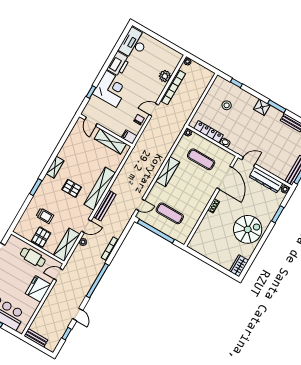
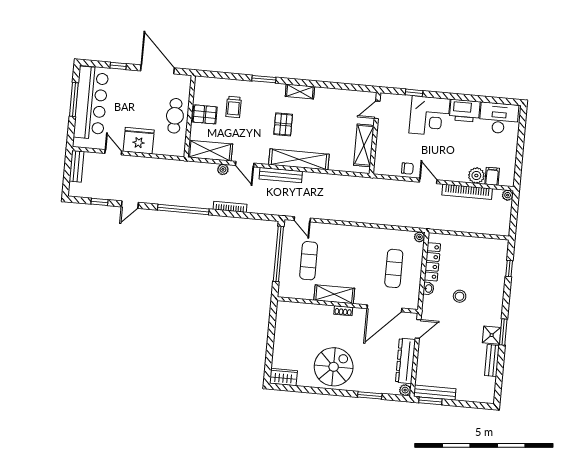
stool: (227, 105) -> (460, 296), moved
shower: (262, 107) -> (492, 335), moved
filing cabinet: (129, 137) -> (492, 176), moved
door: (248, 162) -> (418, 329), hinge flipped
shelving: (168, 172) -> (334, 294), moved
spiral stairs: (248, 229) -> (334, 367), turned -90
door: (58, 274) -> (113, 152), moved

